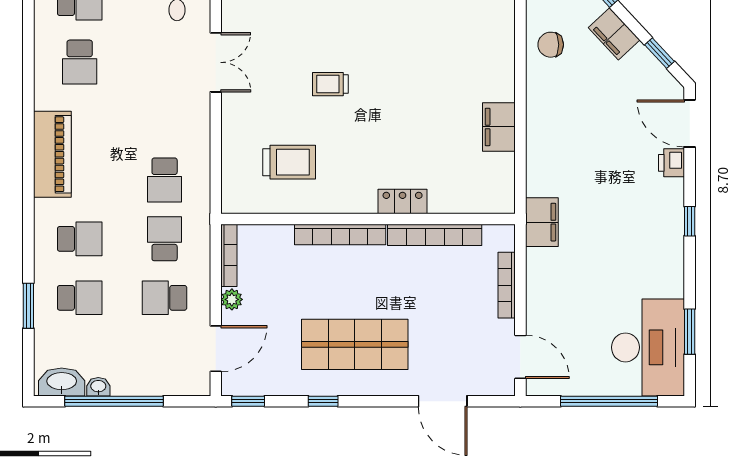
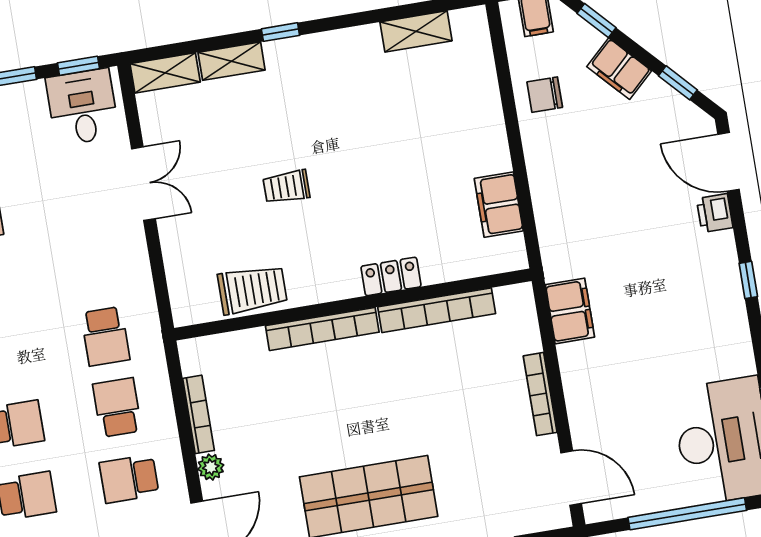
locker: (403, 201) -> (391, 276), moved
wall: (368, 219) -> (353, 305), moved
bookcase: (340, 235) -> (322, 329), moved
bookcase: (435, 235) -> (437, 310), moved

